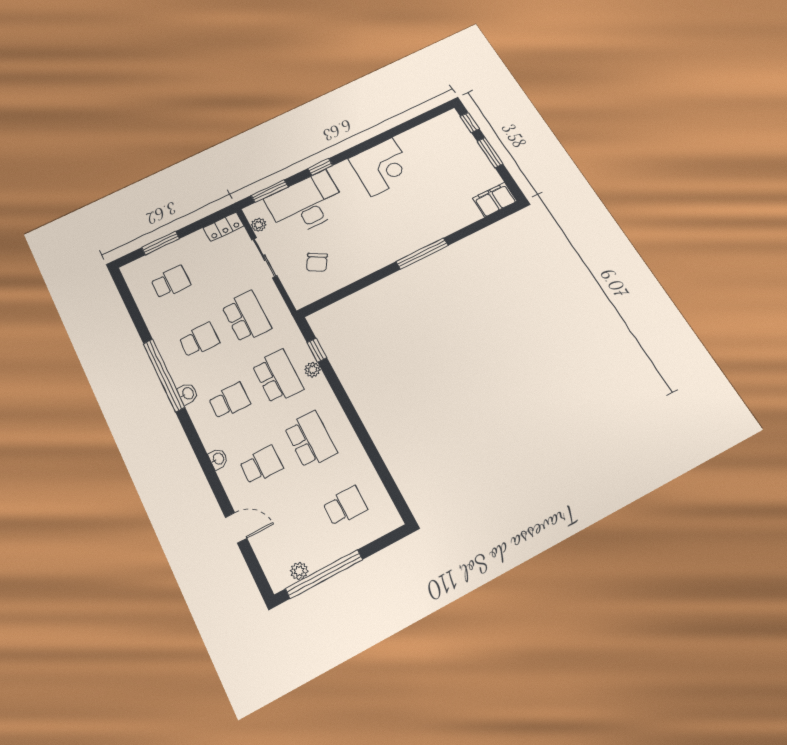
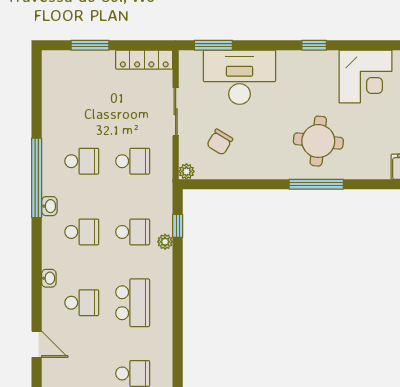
window: (320, 167) -> (314, 45), moved
corner desk: (382, 167) -> (366, 77), moved
round table: (403, 219) -> (318, 141), added
plant: (259, 225) -> (186, 171), moved
locker: (223, 227) -> (144, 60), width x1.53
school desk: (171, 282) -> (82, 90), removed
school desk: (246, 317) -> (133, 161), width x0.54
school desk: (278, 377) -> (133, 232), width x0.54

